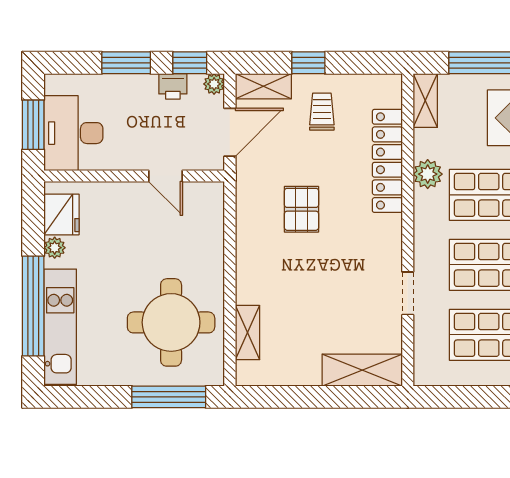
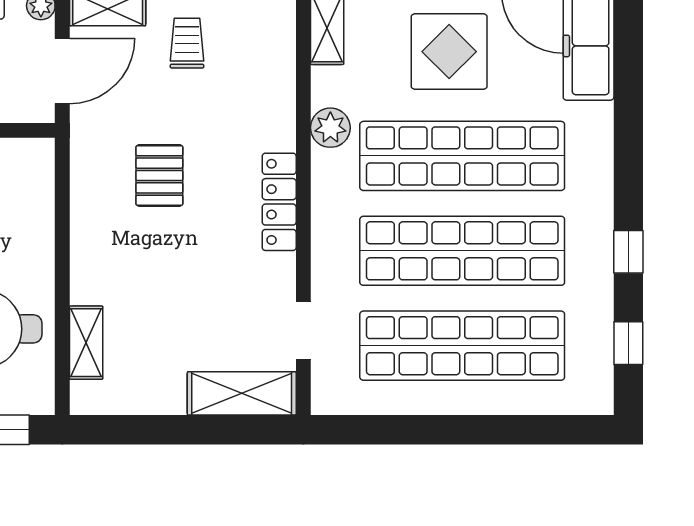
locker: (387, 161) -> (279, 202), moved, width x0.71, depth x0.83
doorway: (408, 293) -> (303, 330), moved

